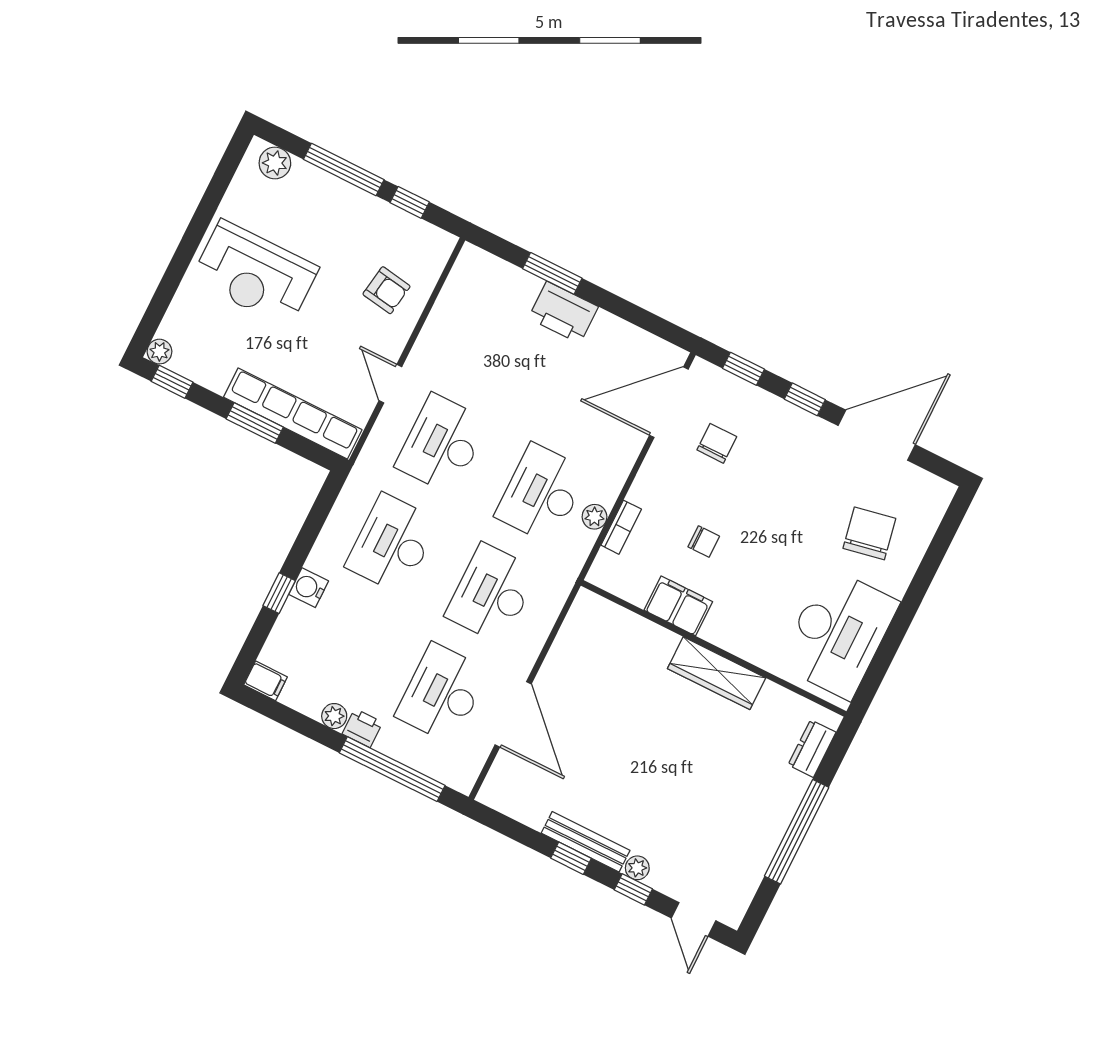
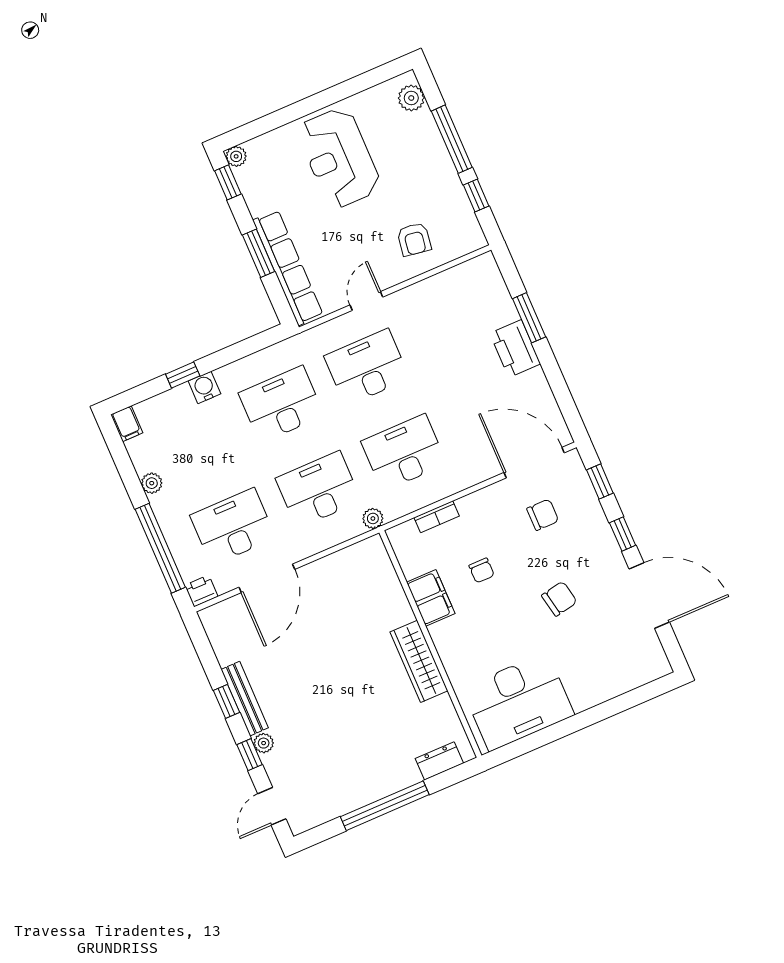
plant: (595, 517) -> (373, 518), moved
chair: (869, 533) -> (559, 599), moved, width x0.73, depth x0.73
printer: (362, 728) -> (201, 591), moved, turned -90

